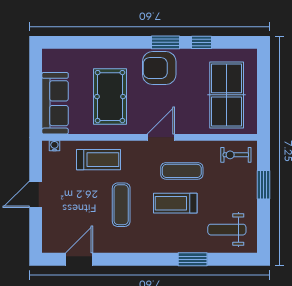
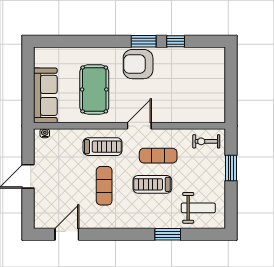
table tennis table: (227, 95) -> (198, 88), removed
treadmill: (98, 160) -> (103, 147), moved
weight bench: (227, 230) -> (198, 208), turned 180

